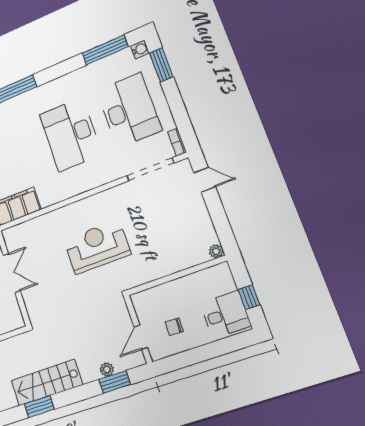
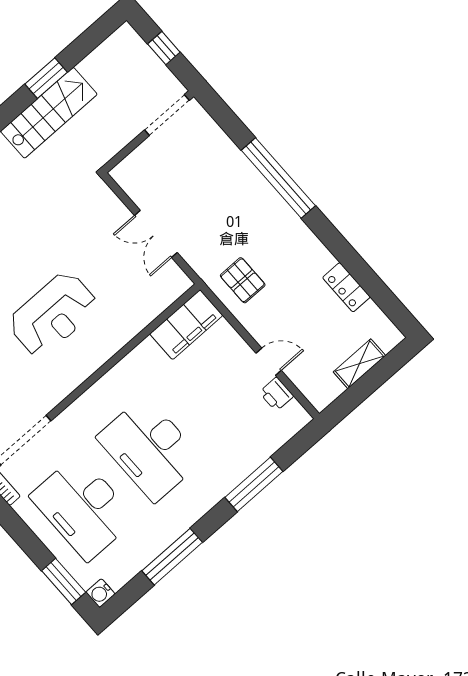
window: (105, 50) -> (172, 557), moved
desk: (71, 134) -> (150, 449), turned 180

